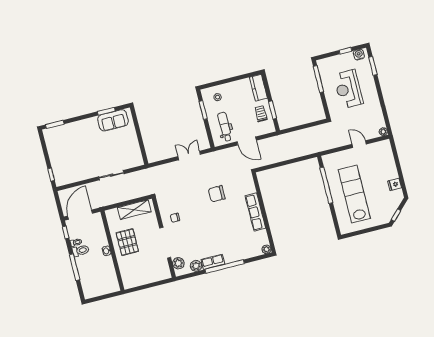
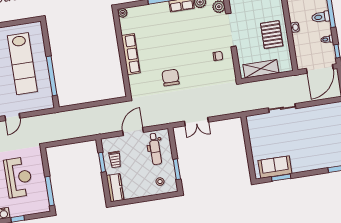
door: (247, 141) -> (133, 132), hinge flipped
door: (359, 144) -> (12, 117), hinge flipped
chair: (217, 194) -> (171, 78), turned -90
toilet: (81, 251) -> (321, 17), moved

